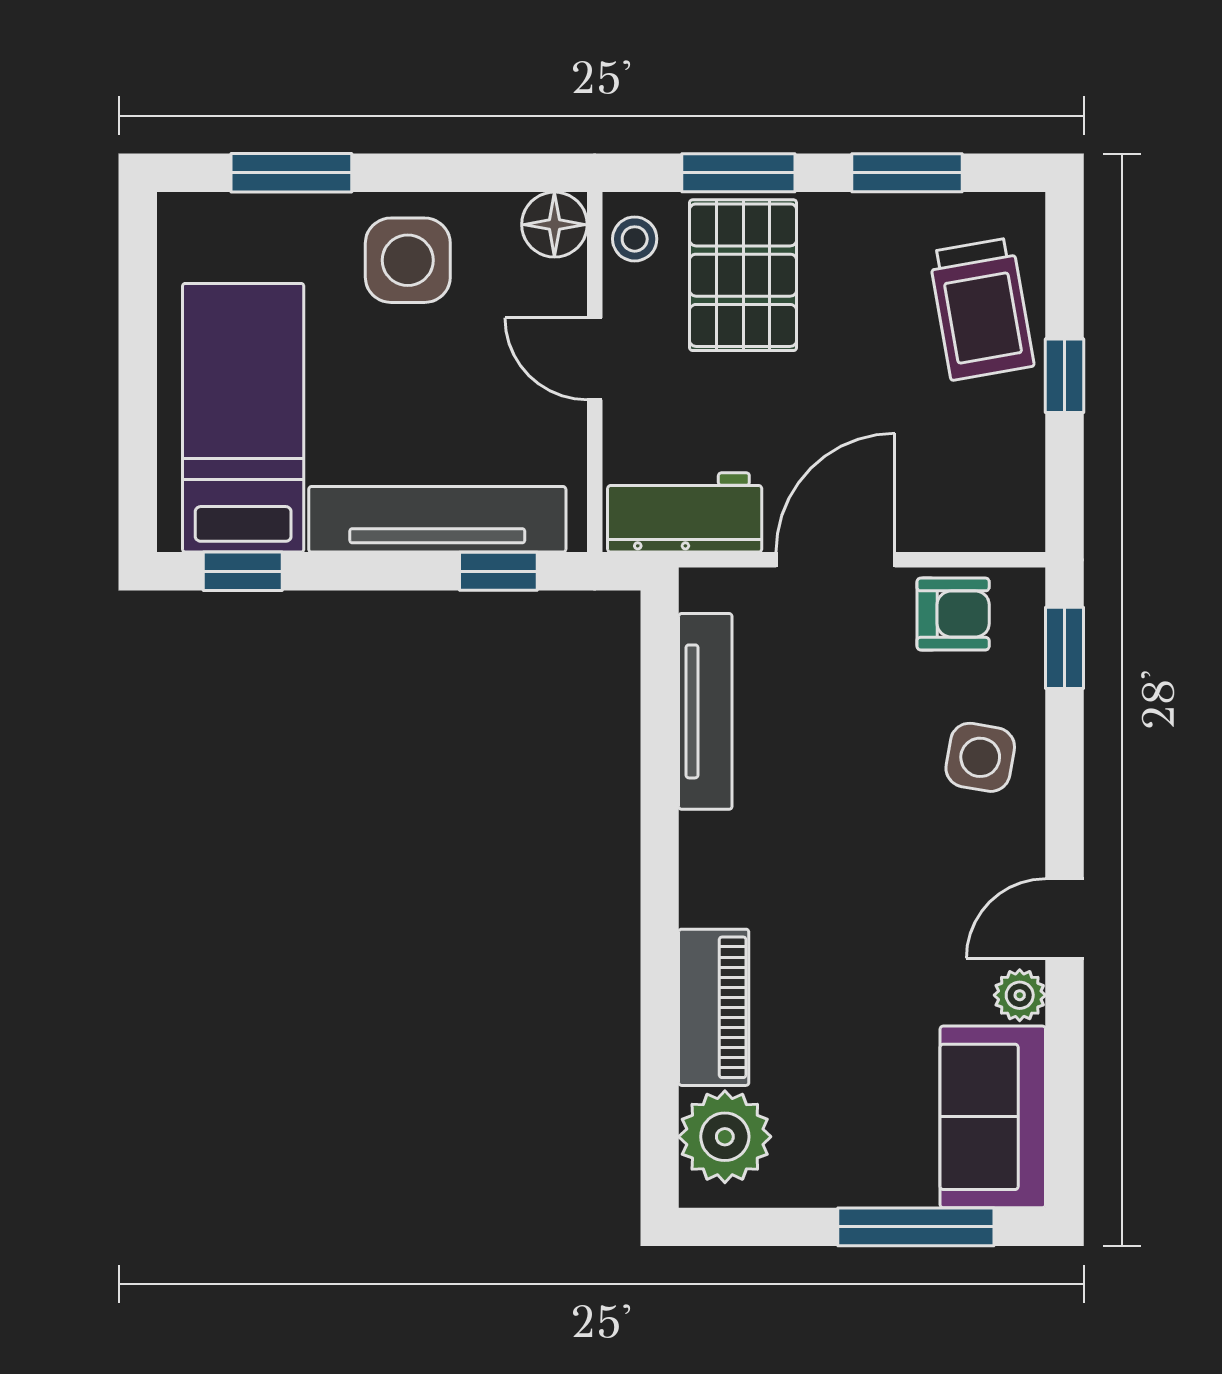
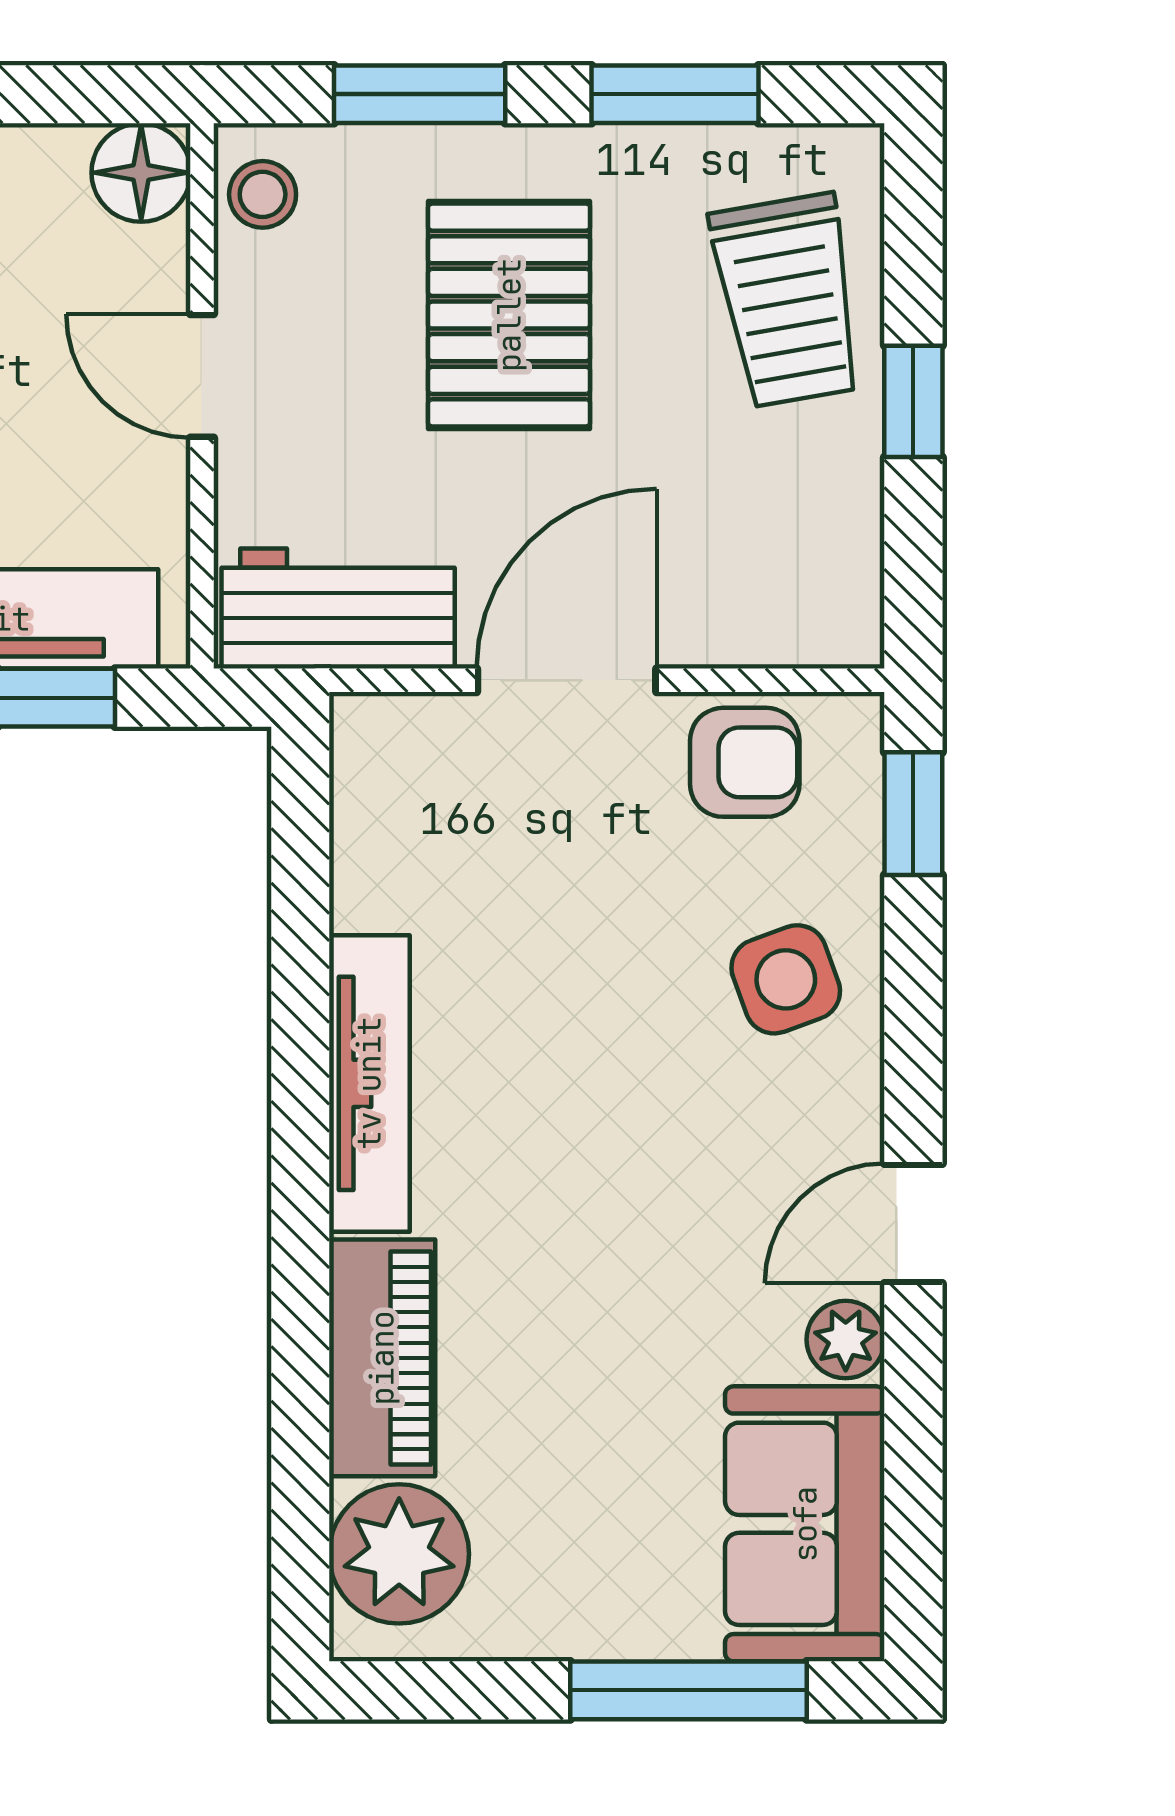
pallet: (743, 275) -> (509, 315), moved
tv unit: (705, 711) -> (369, 1083), moved
side table: (980, 757) -> (786, 979), turned -30

